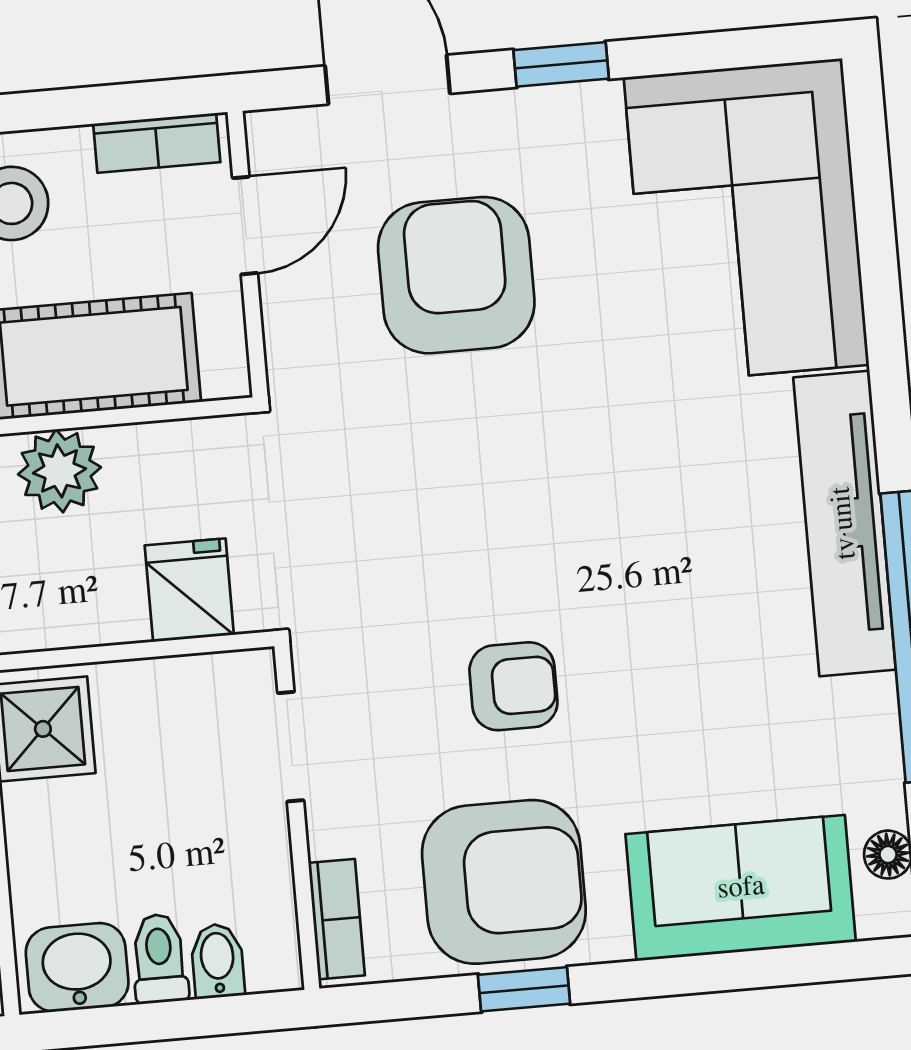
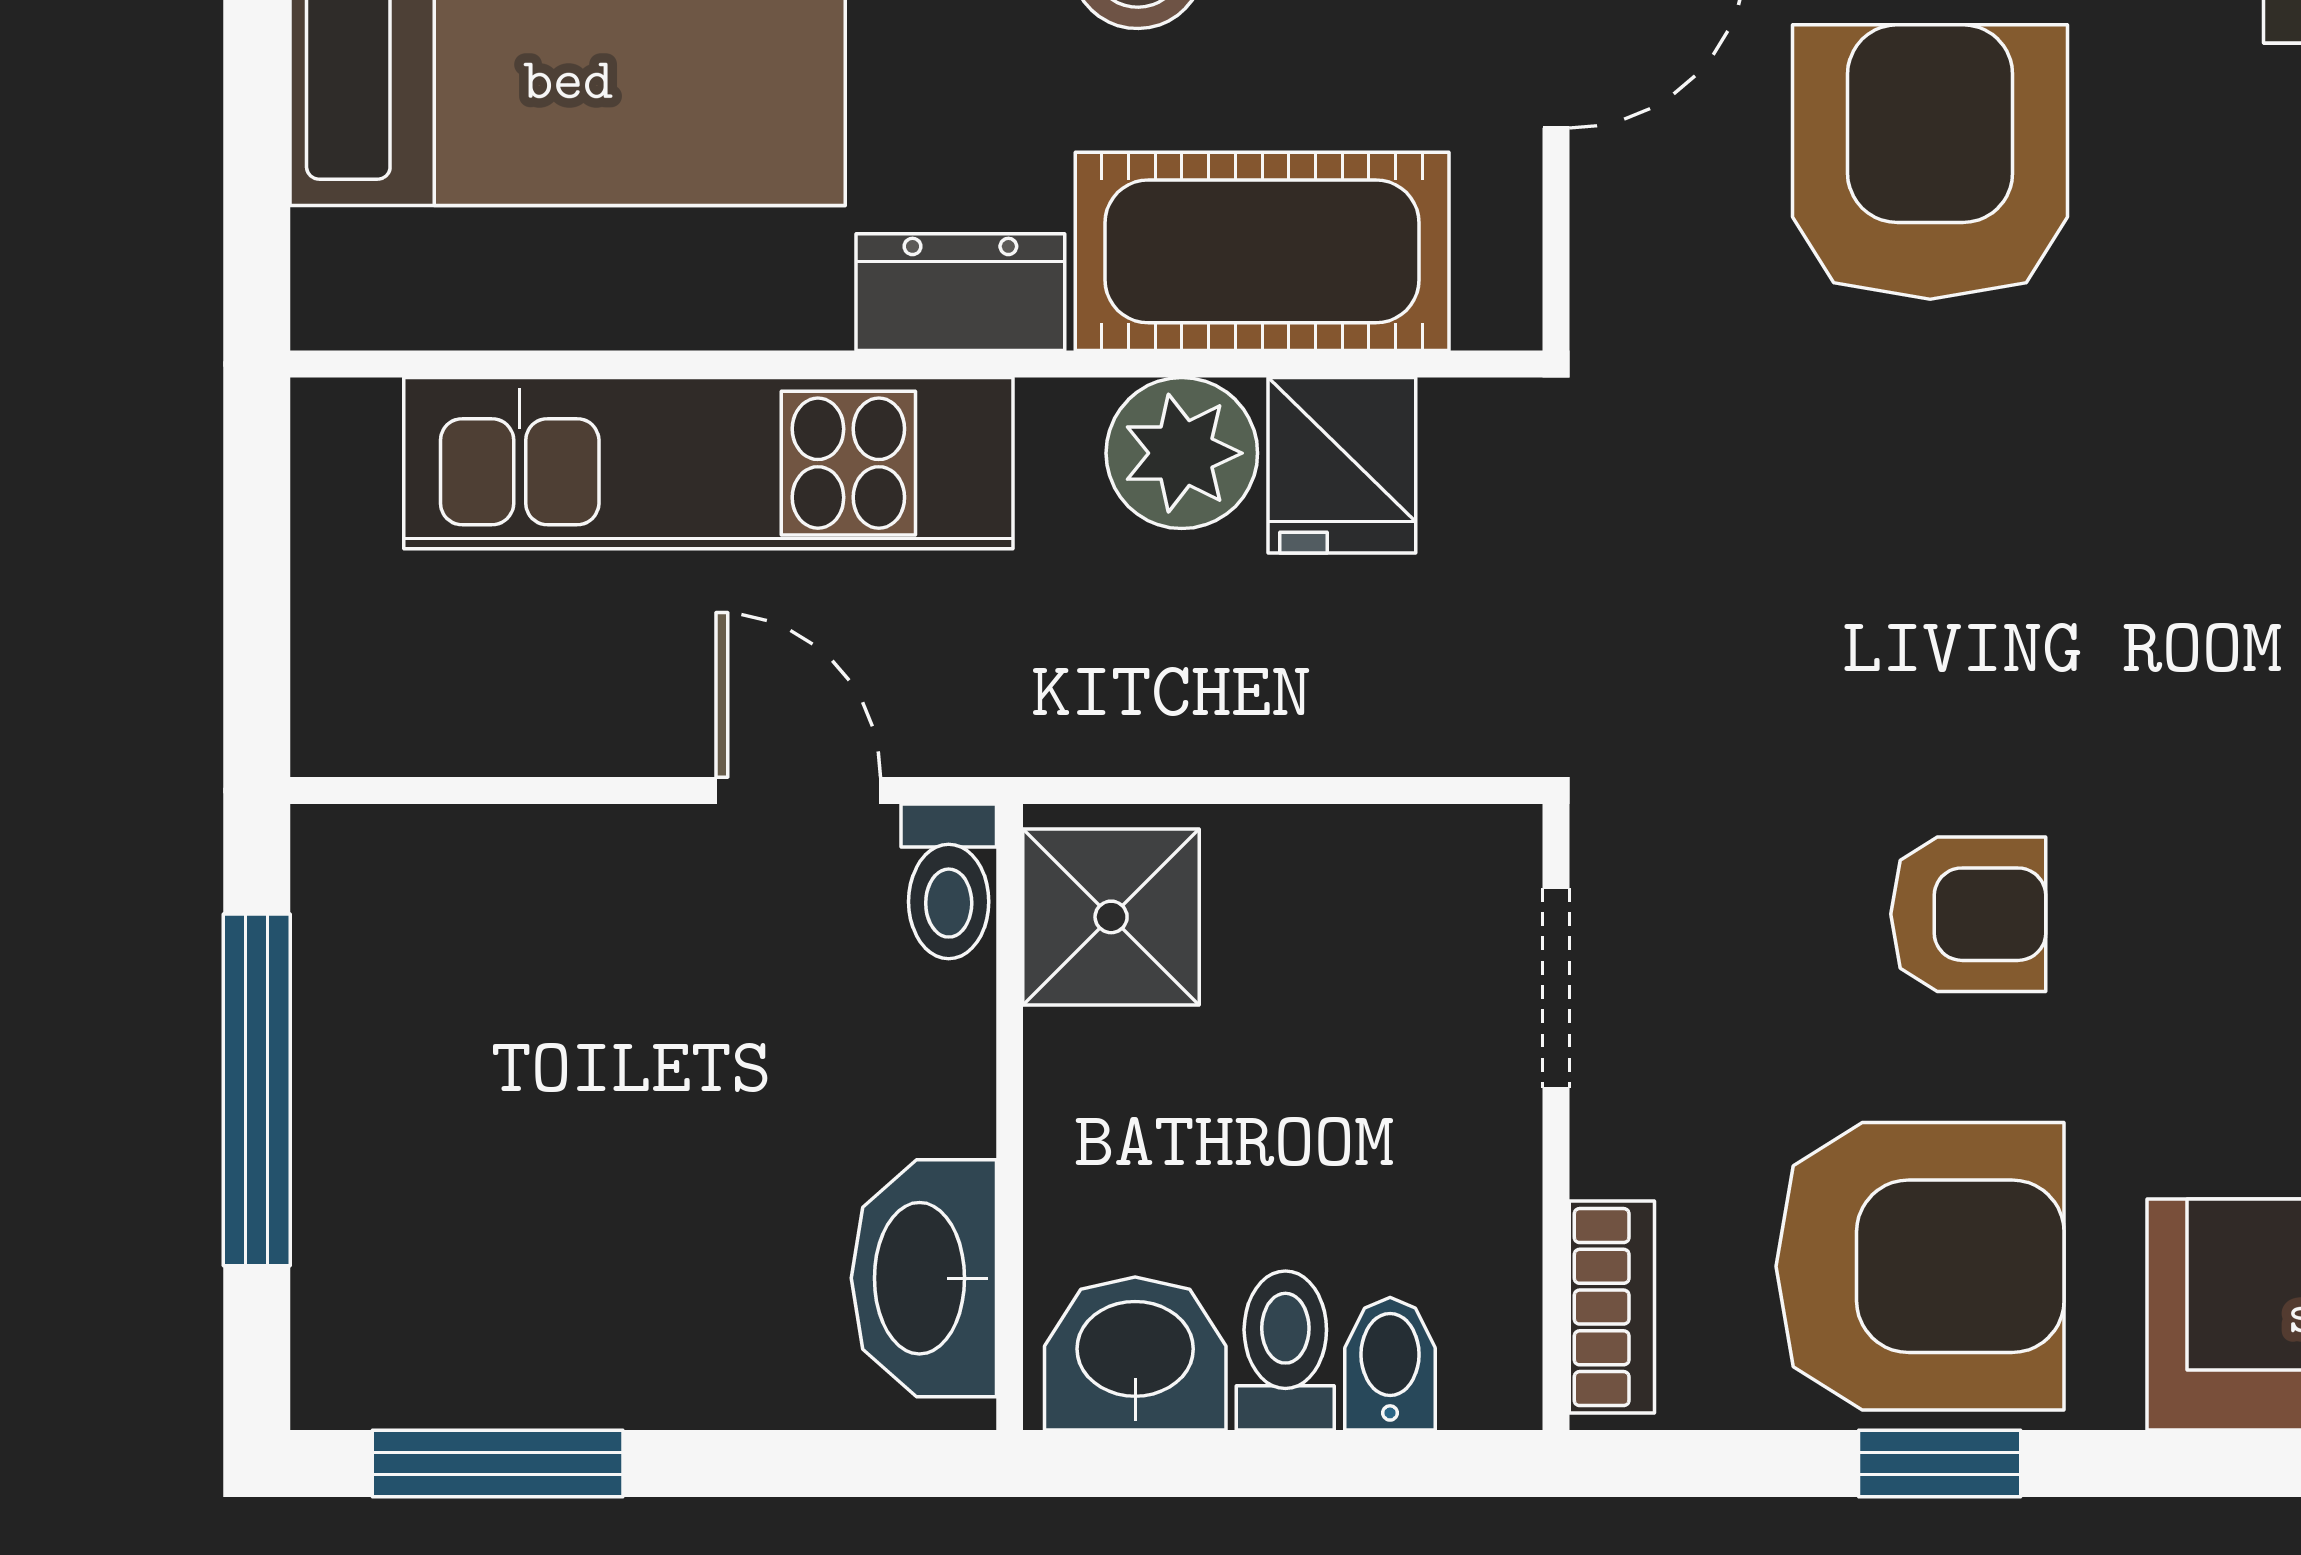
fridge: (189, 590) -> (1342, 465), moved, turned 180

